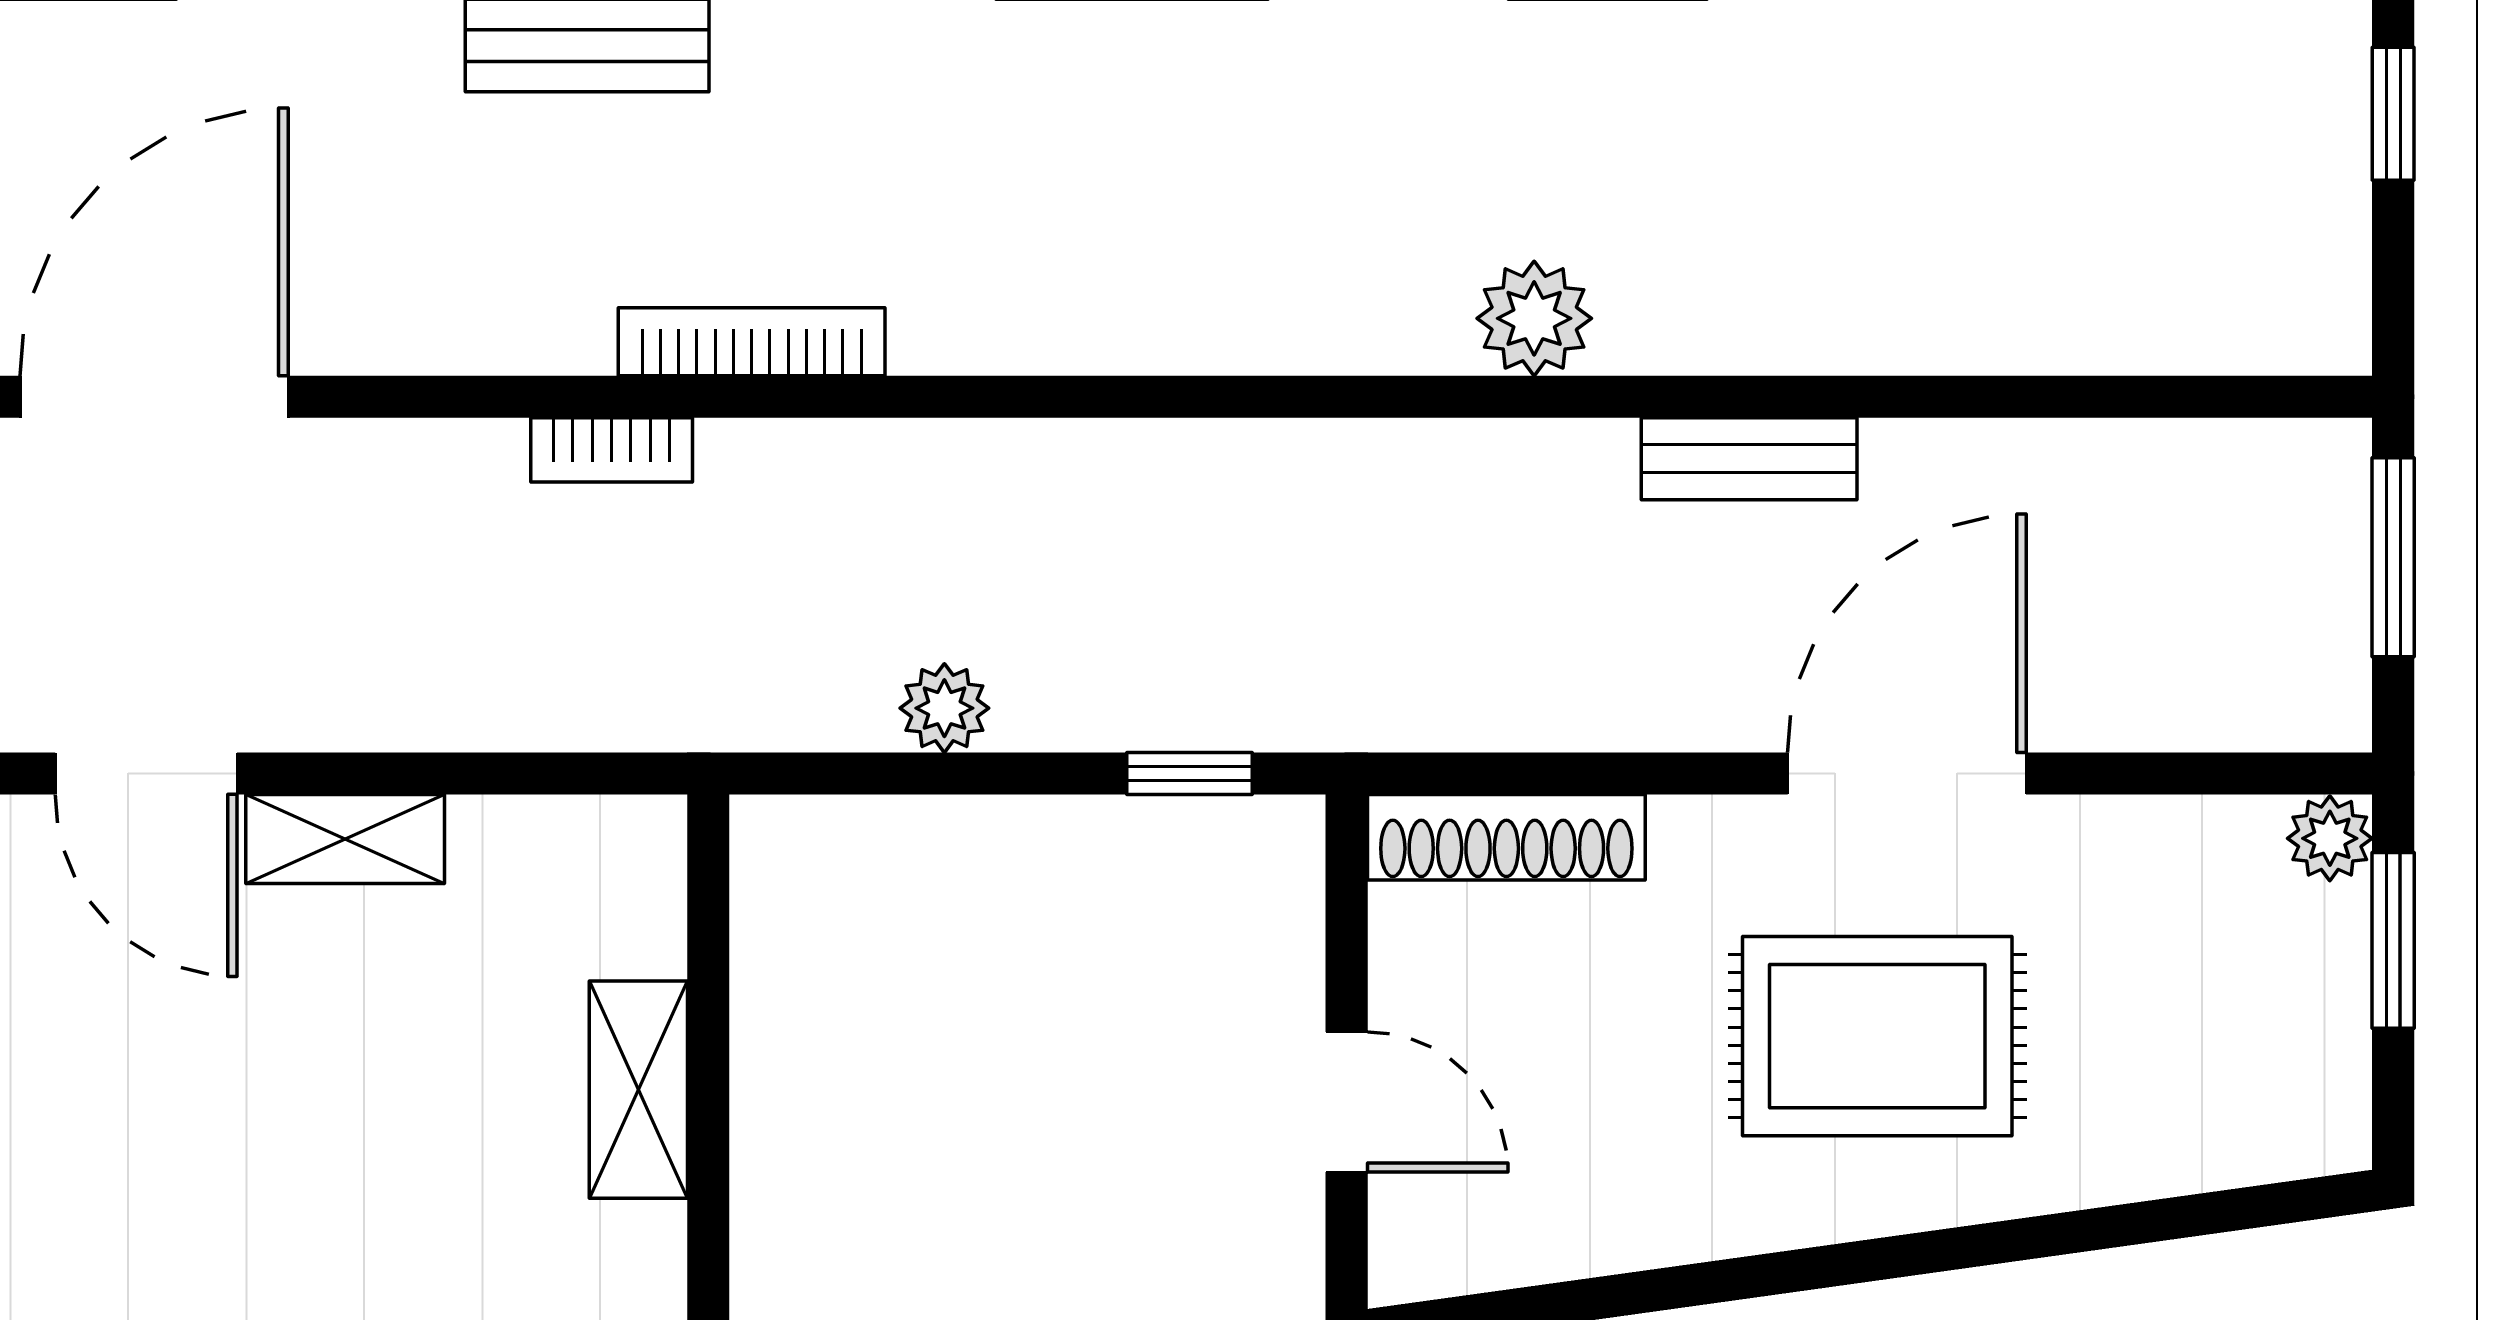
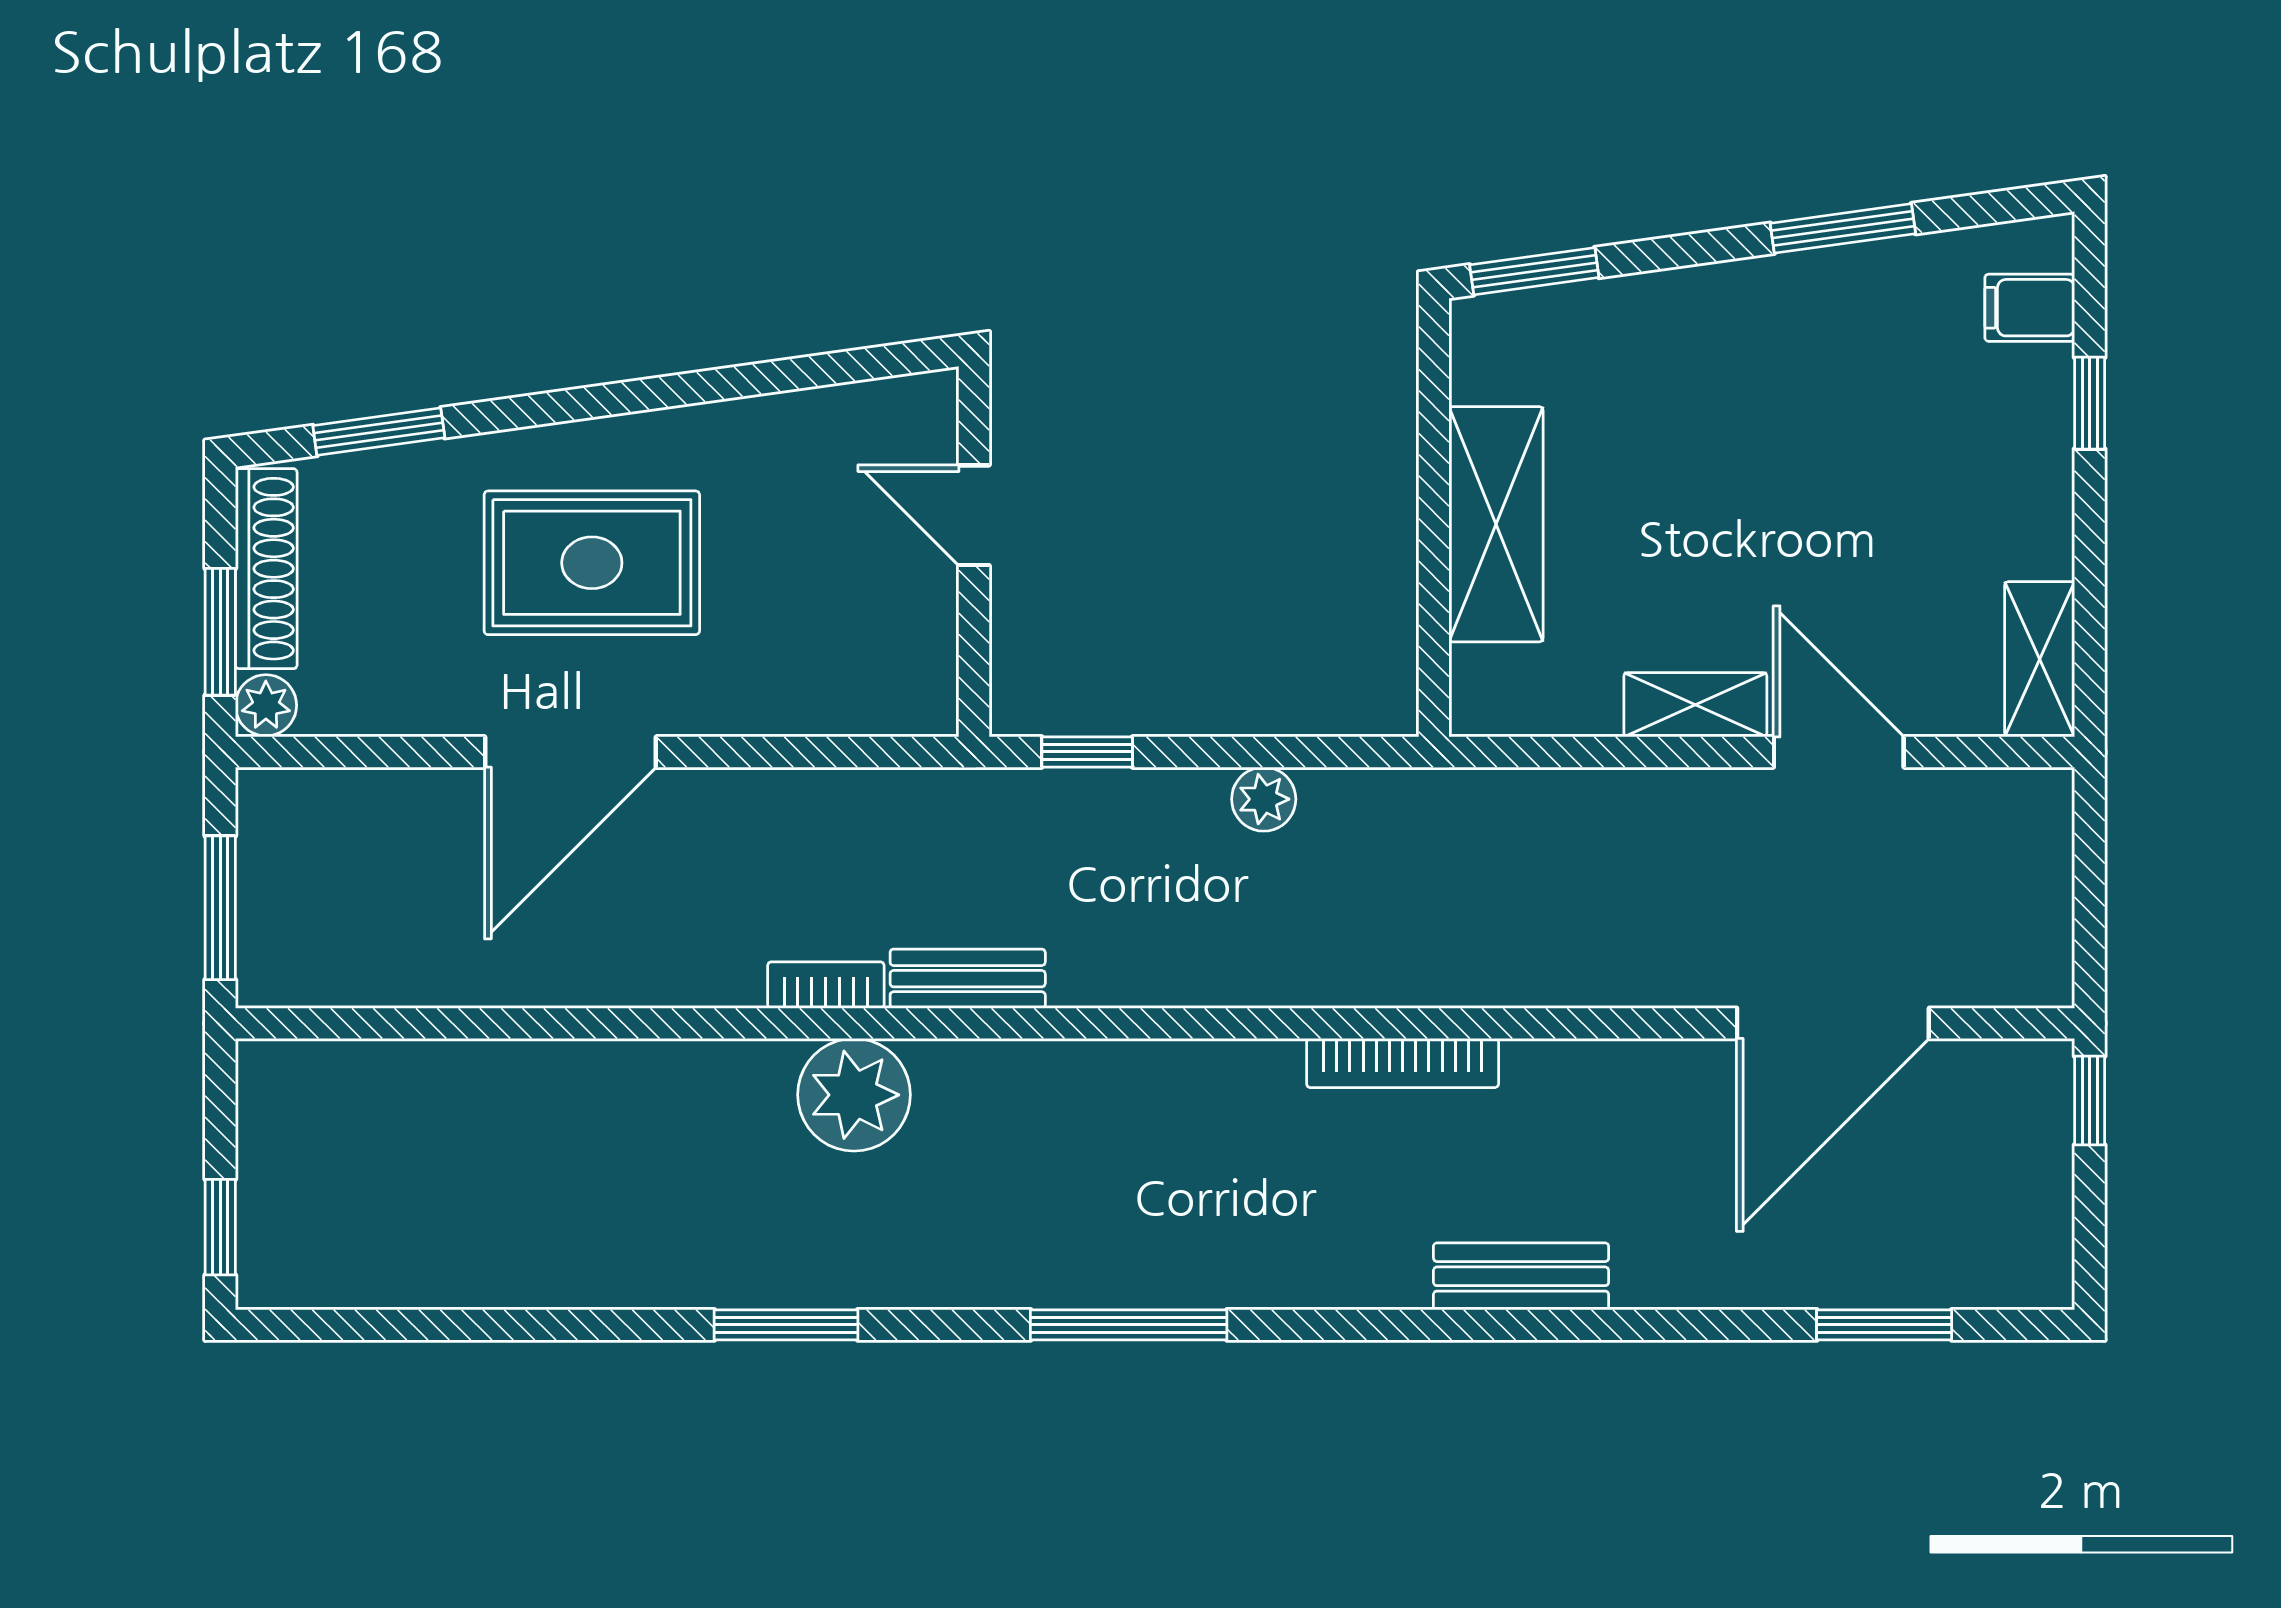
plant: (1534, 318) -> (854, 1095), width x1.36, depth x1.36
bookcase: (612, 450) -> (826, 985), moved
bench: (1749, 459) -> (968, 979), moved
shoe rack: (1506, 837) -> (266, 569), moved, turned 90
shelving: (638, 1090) -> (1496, 524), width x1.50, depth x1.33
window: (2173, 1218) -> (379, 432), added

